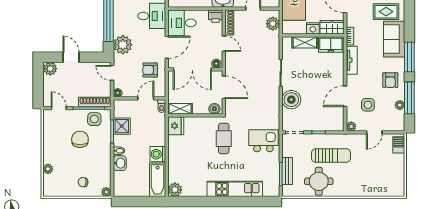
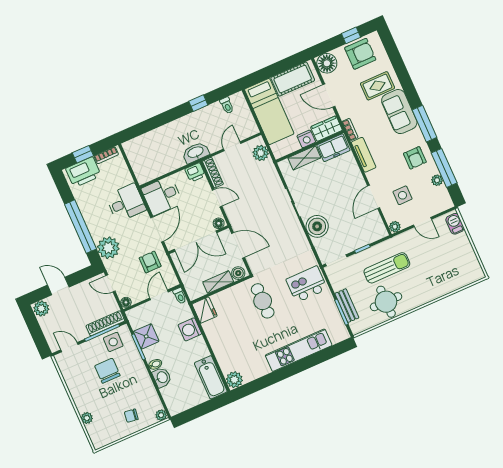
armchair: (150, 70) -> (150, 262), turned 90
shelving: (180, 109) -> (218, 282), moved
door: (374, 132) -> (423, 222), hinge flipped
washing machine: (158, 154) -> (190, 329), moved

